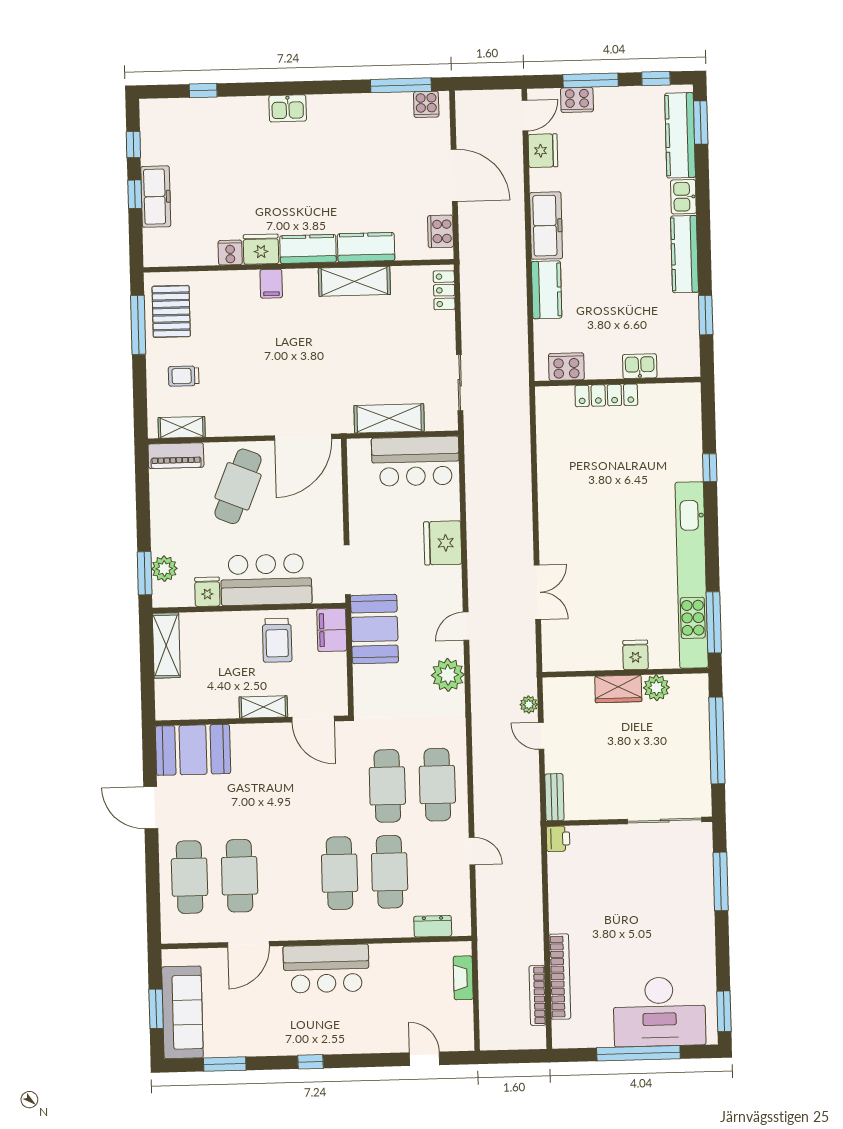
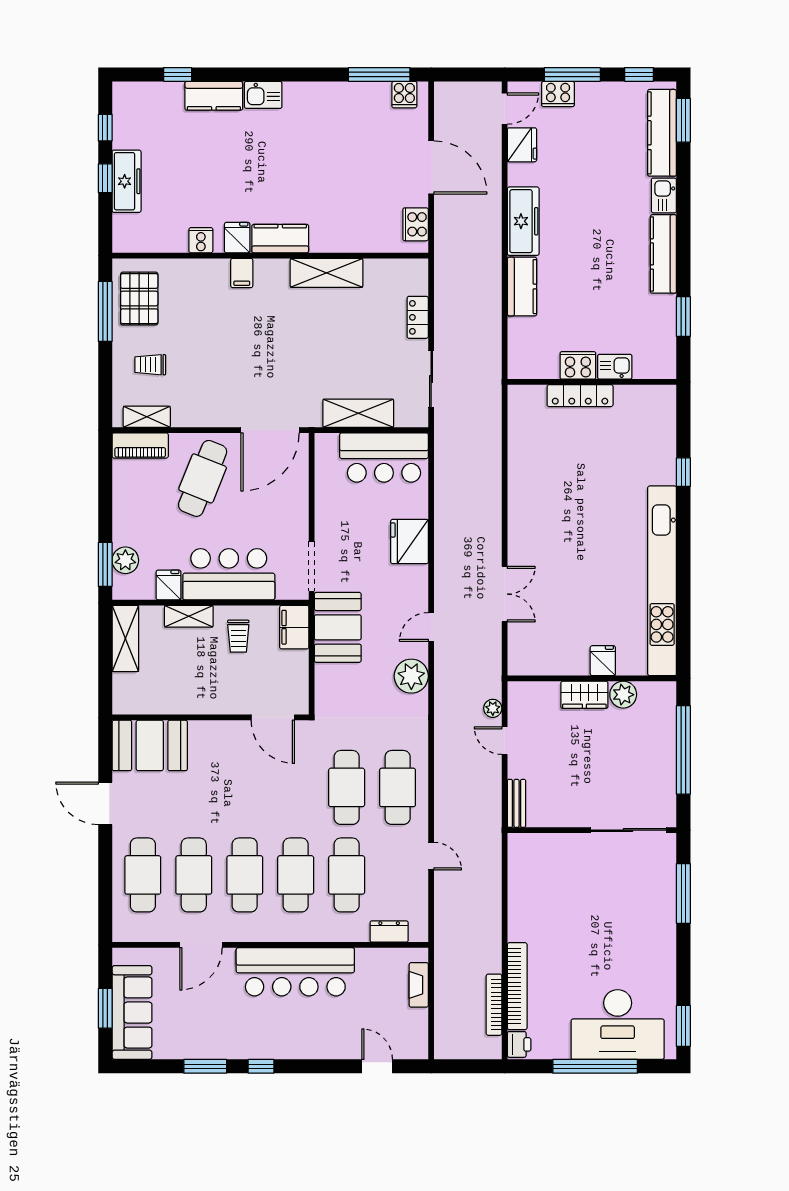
kitchen counter: (366, 247) -> (214, 96), moved, turned 180
fridge: (261, 249) -> (237, 238), width x0.72
locker: (444, 290) -> (418, 317), moved
cooker: (566, 367) -> (578, 365), moved
window: (714, 622) -> (683, 630), removed
trolley: (277, 640) -> (238, 636), width x0.73, depth x0.72
shelving: (263, 707) -> (189, 616), moved
printer: (558, 839) -> (519, 1044), moved
cafe table: (290, 874) -> (245, 875), added
bar counter: (326, 969) -> (295, 972), width x1.36
window: (225, 1064) -> (205, 1066), moved

